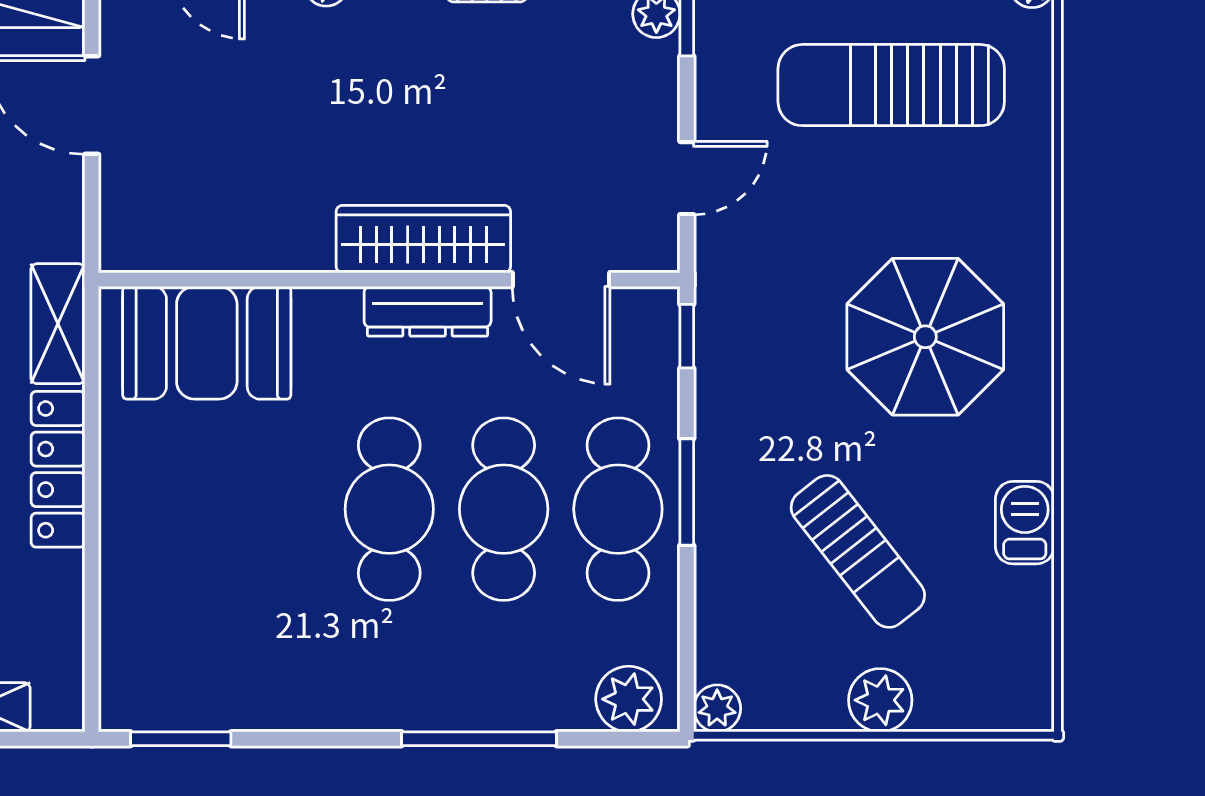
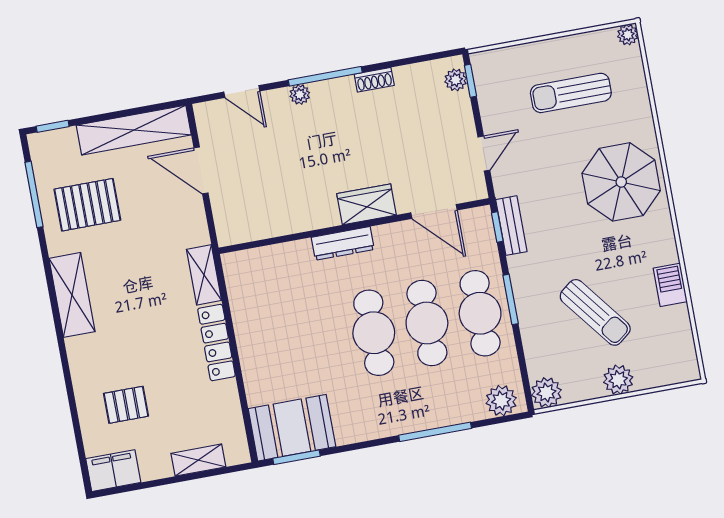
sun lounger: (891, 85) -> (571, 93), width x0.73, depth x0.75
wardrobe: (423, 239) -> (367, 204), width x0.67
dresser: (428, 311) -> (343, 243), moved
parasol: (925, 337) -> (621, 182), moved
bench: (717, 339) -> (511, 226), added
booth: (207, 343) -> (292, 428), moved
plant: (717, 708) -> (546, 393), width x1.38, depth x1.38

